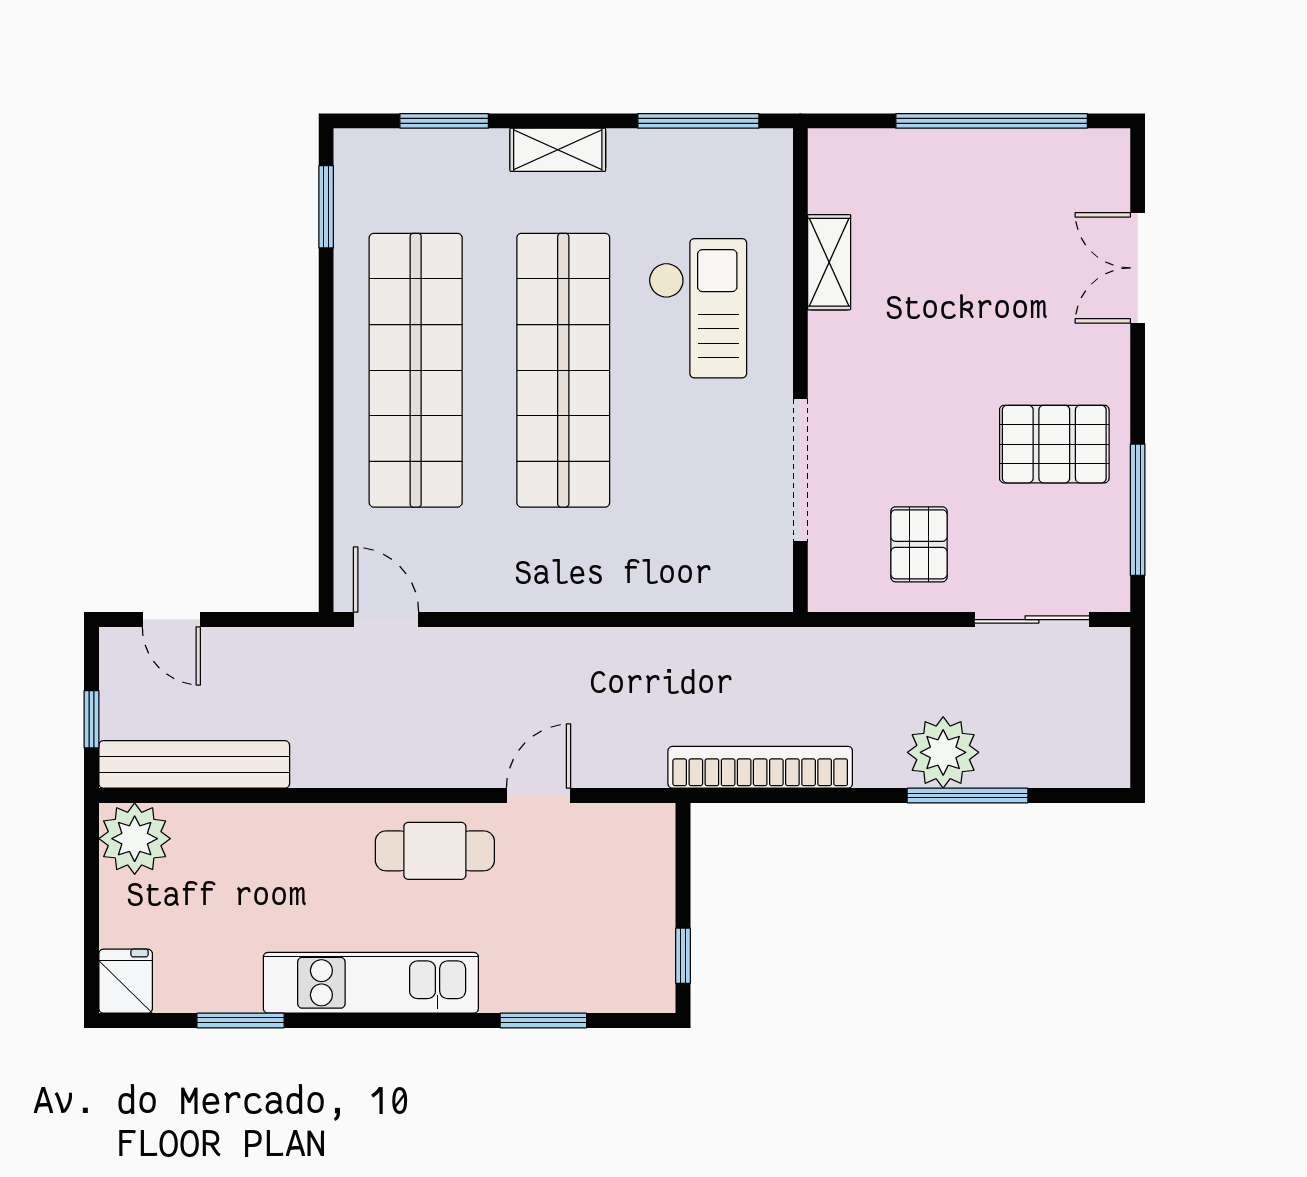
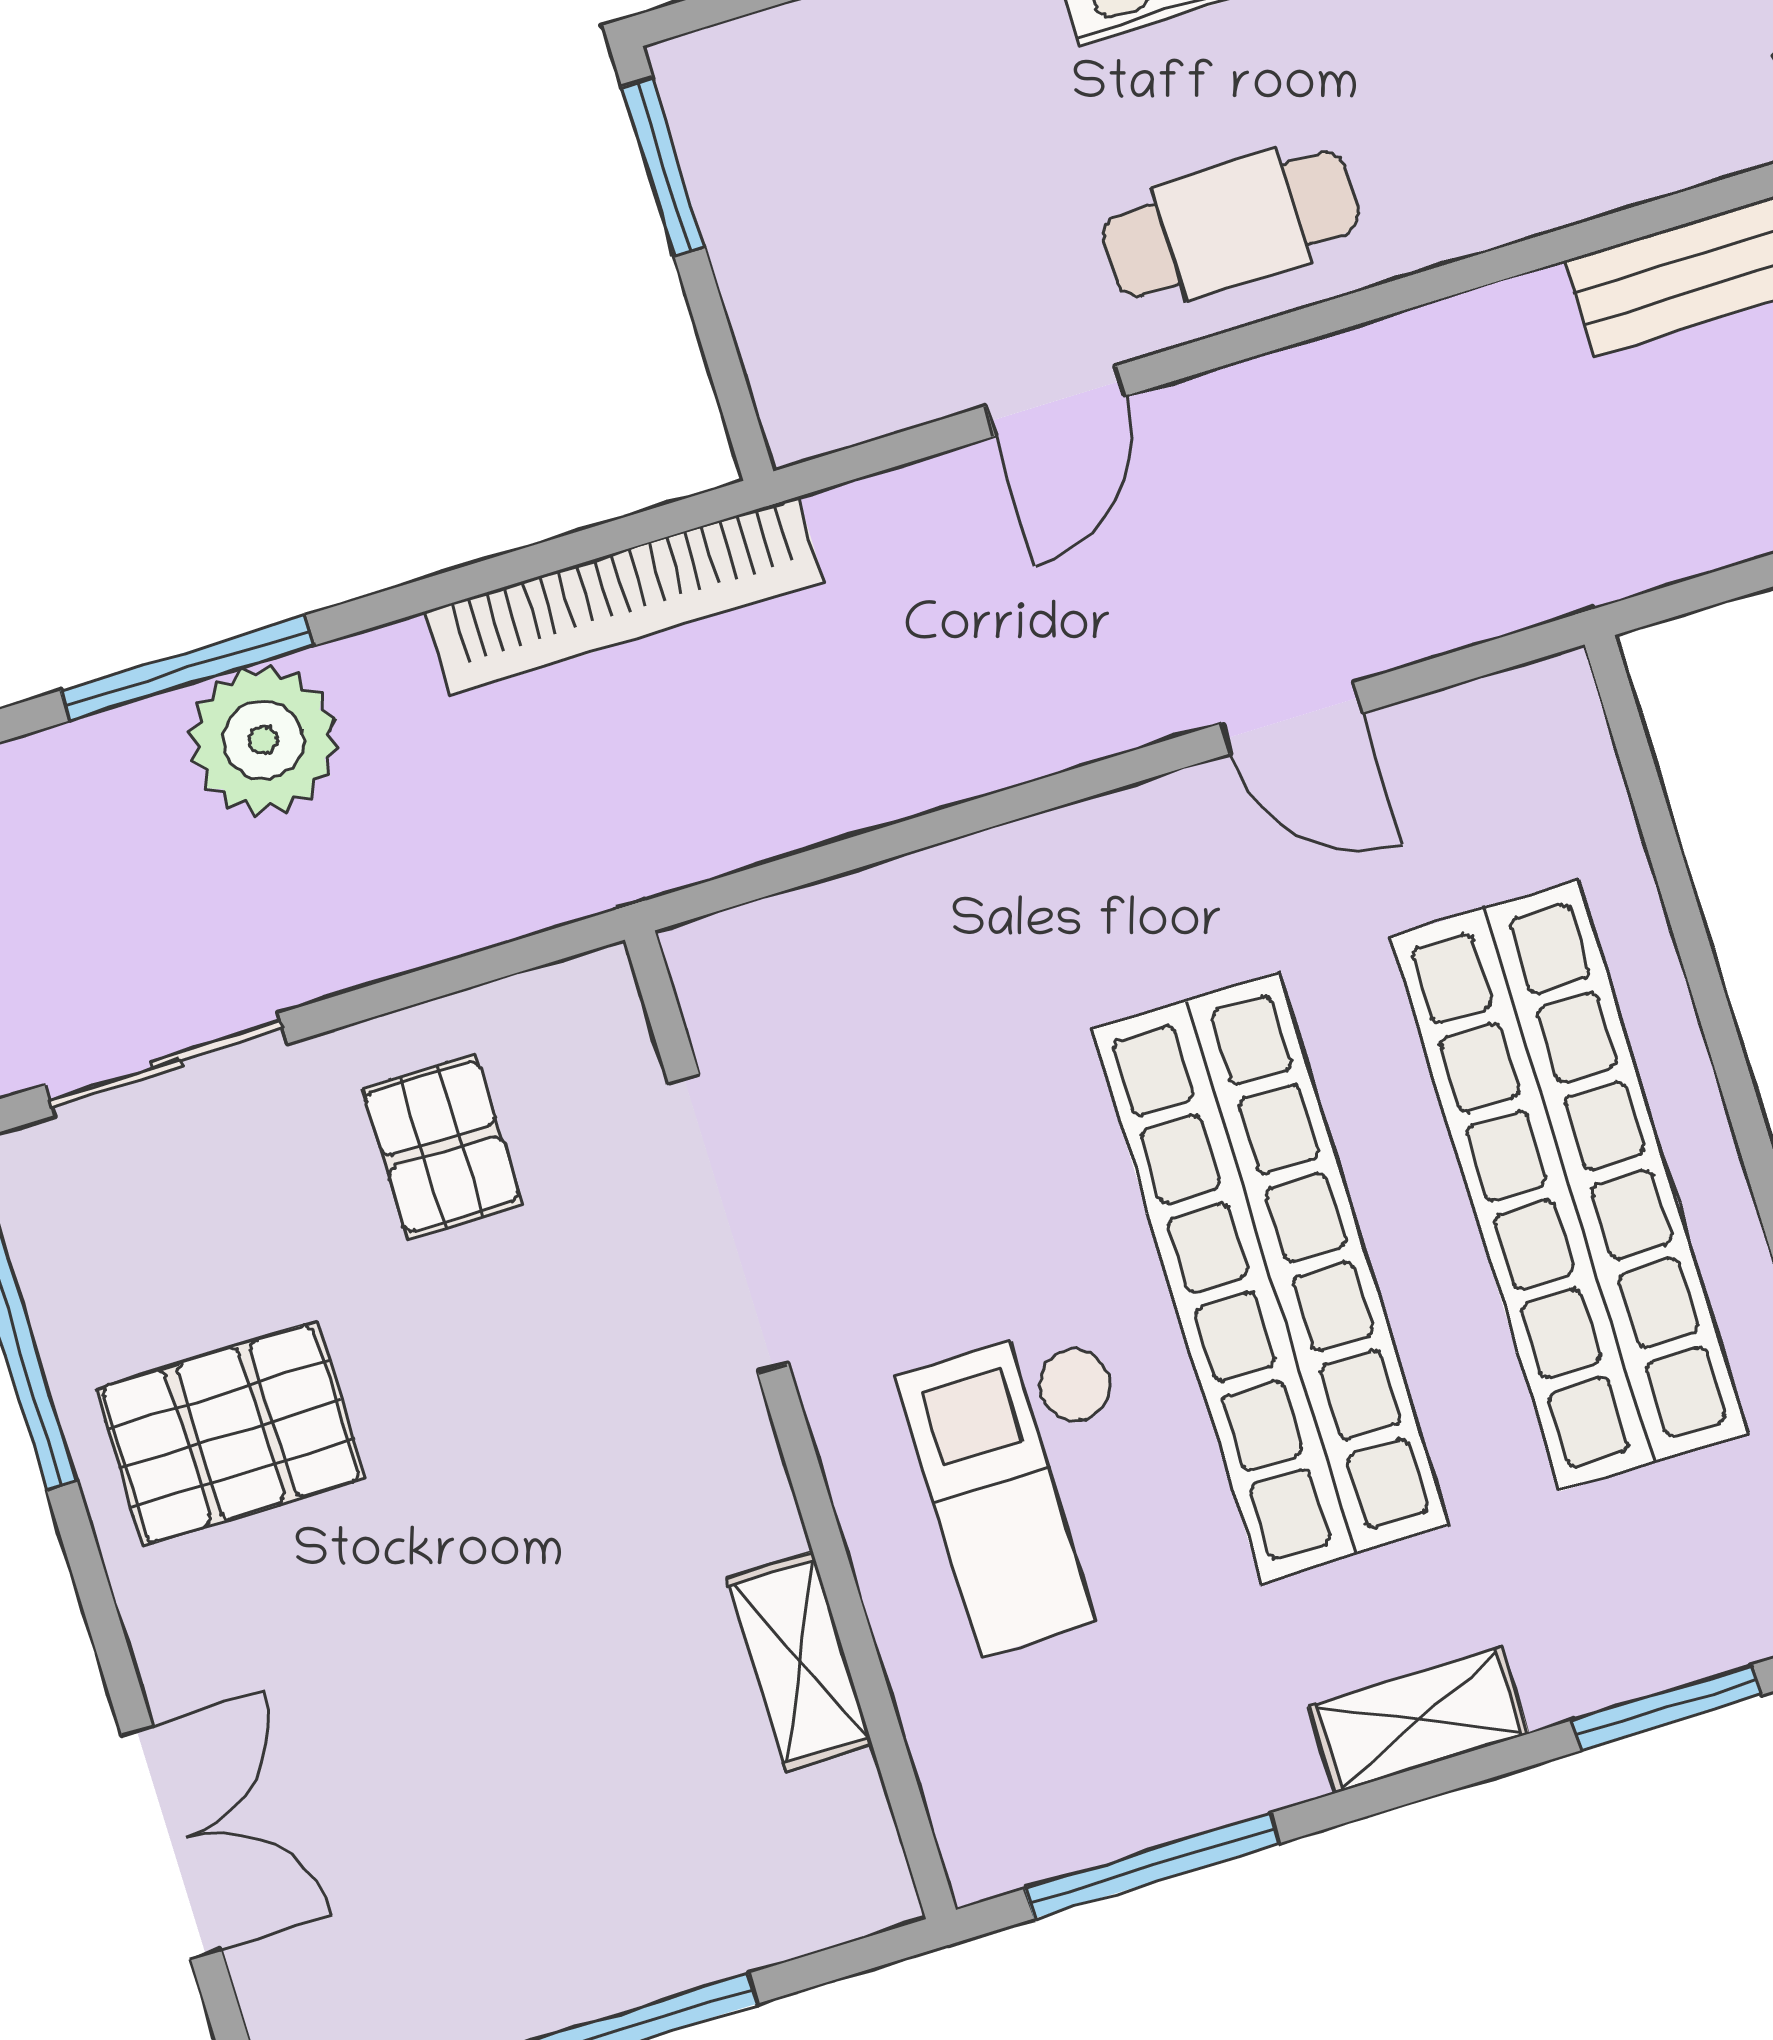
door: (386, 620) -> (1292, 718), moved
window: (683, 956) -> (663, 167), width x1.50

